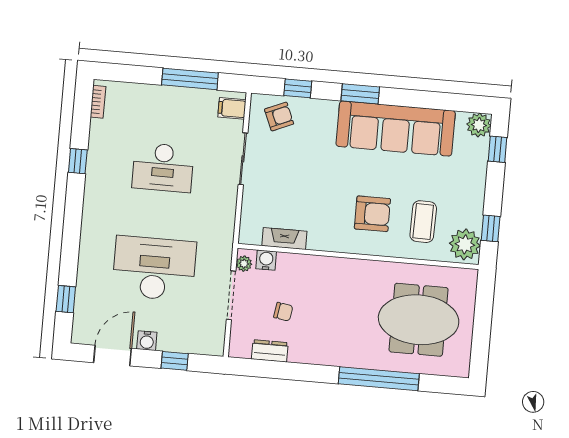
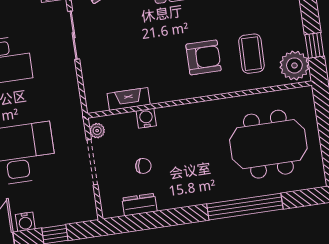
water cooler: (266, 260) -> (146, 118), moved

